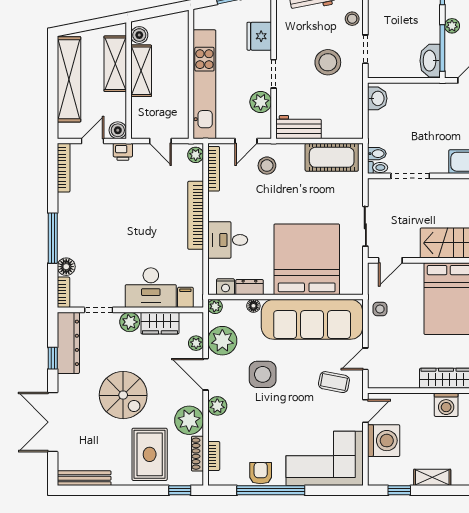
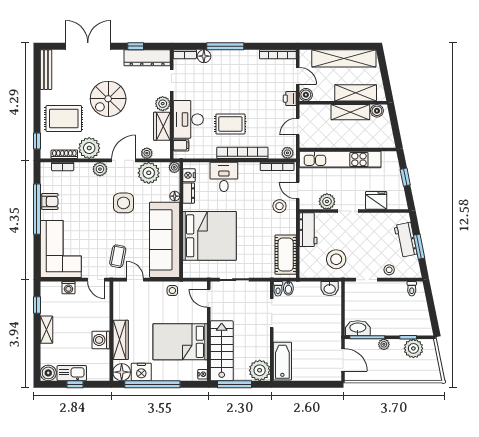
stool: (328, 62) -> (336, 259), moved
rug: (157, 231) -> (230, 124), added
washing machine: (384, 441) -> (68, 288), width x0.53, depth x0.53

